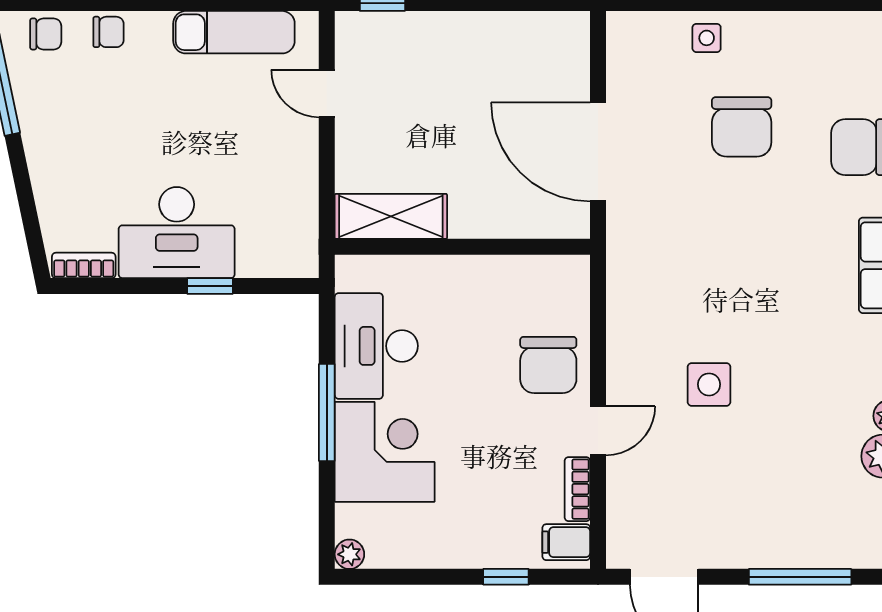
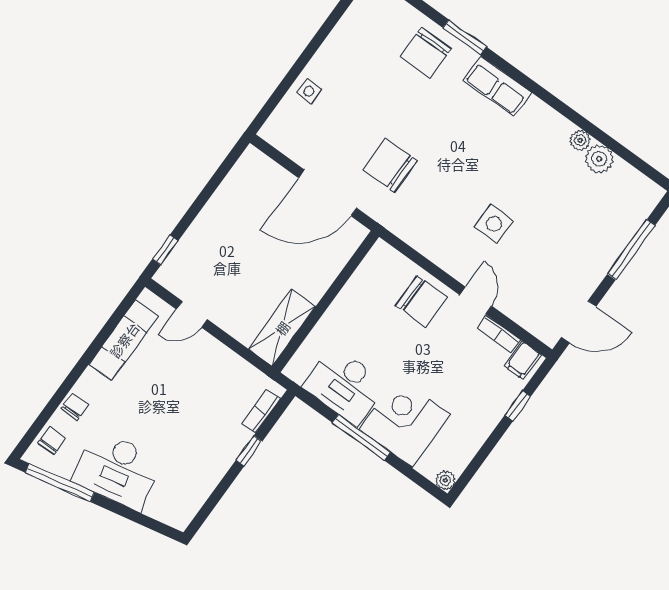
chair: (742, 127) -> (390, 165), moved, turned 180
desk: (177, 233) -> (117, 470), moved, turned 78
bookcase: (84, 265) -> (261, 411), moved

